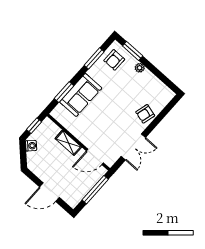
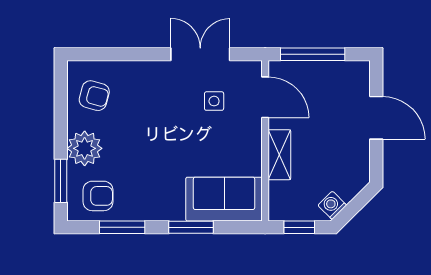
plant: (140, 68) -> (85, 148), width x1.88, depth x1.88
window: (64, 92) -> (191, 227), moved
sofa: (81, 95) -> (224, 199), moved
armchair: (145, 114) -> (94, 96), moved
side table: (111, 136) -> (214, 101), added

